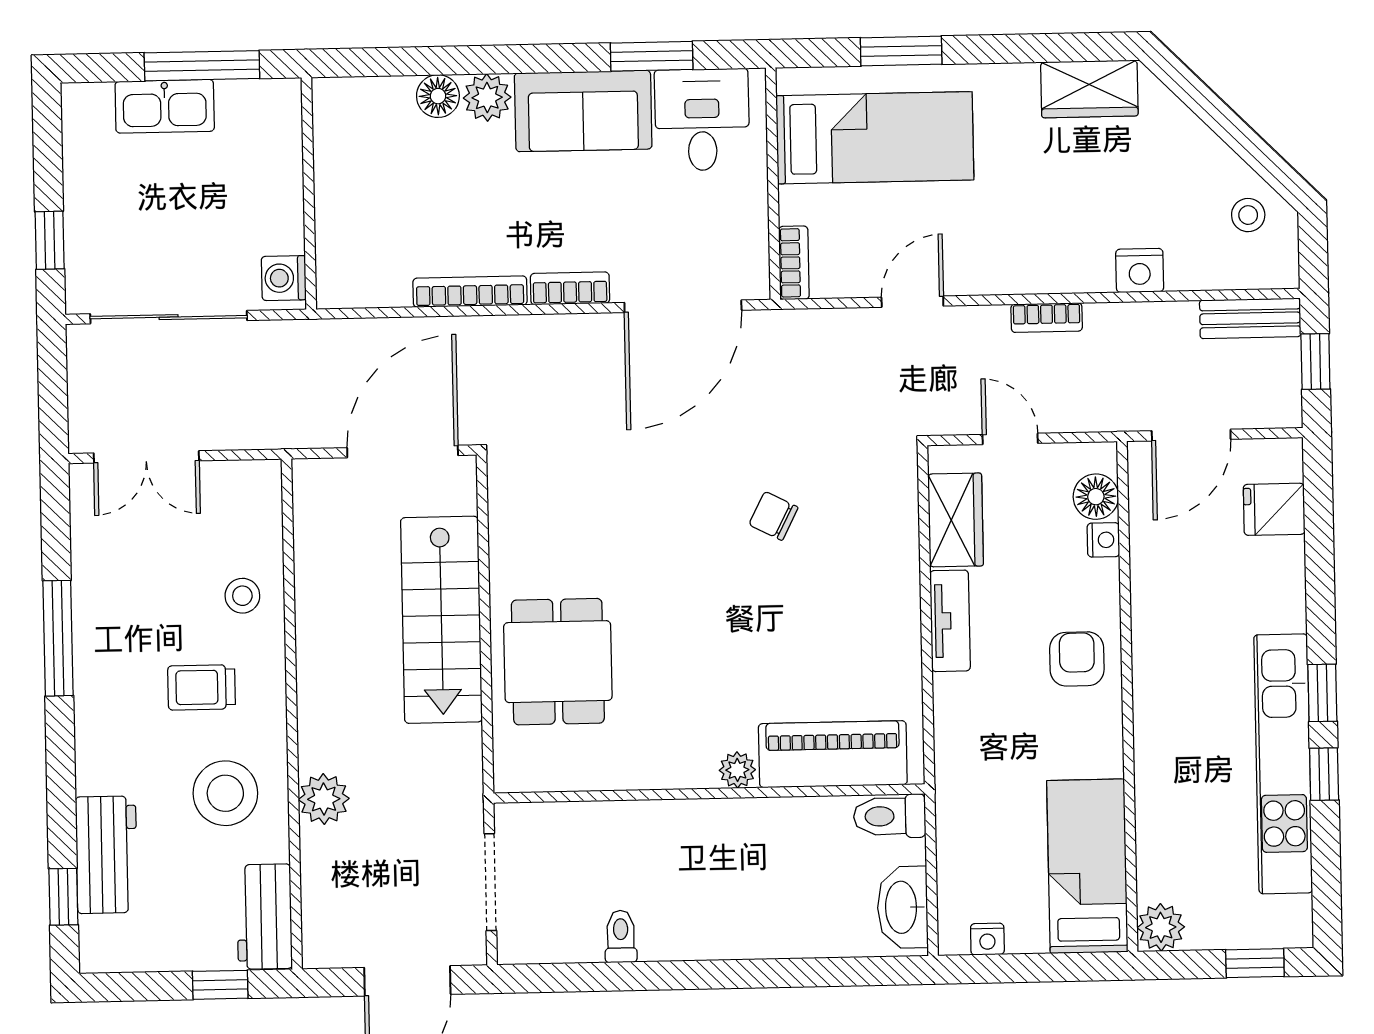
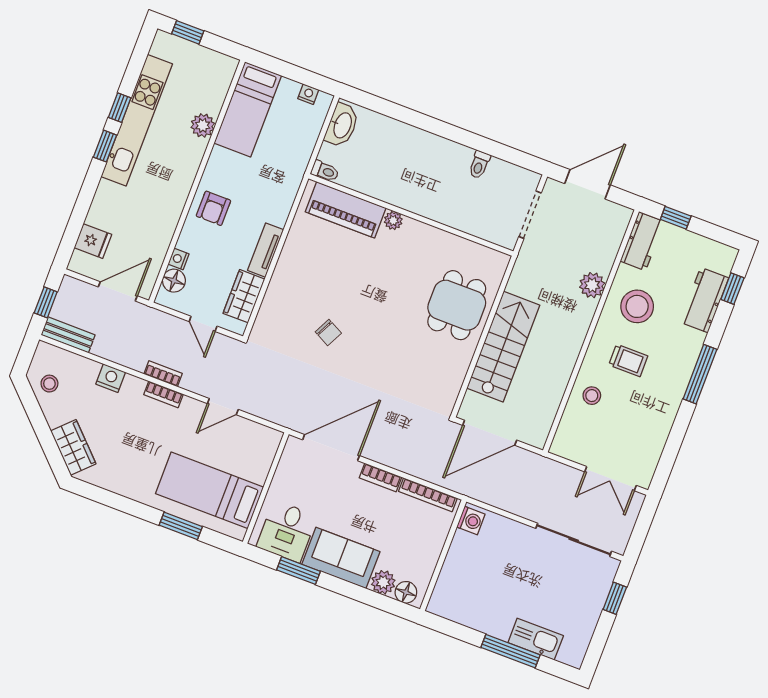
wardrobe: (1089, 89) -> (73, 447), moved, turned 45
wall: (309, 193) -> (443, 555), moved
bookcase: (794, 263) -> (163, 394), moved, turned -90
washing machine: (284, 278) -> (471, 521), moved
double door: (146, 457) -> (610, 479), swing flipped
window: (58, 638) -> (700, 374), moved
toilet: (890, 816) -> (325, 171), width x0.73, depth x0.72
plant: (1161, 927) -> (203, 125), moved

